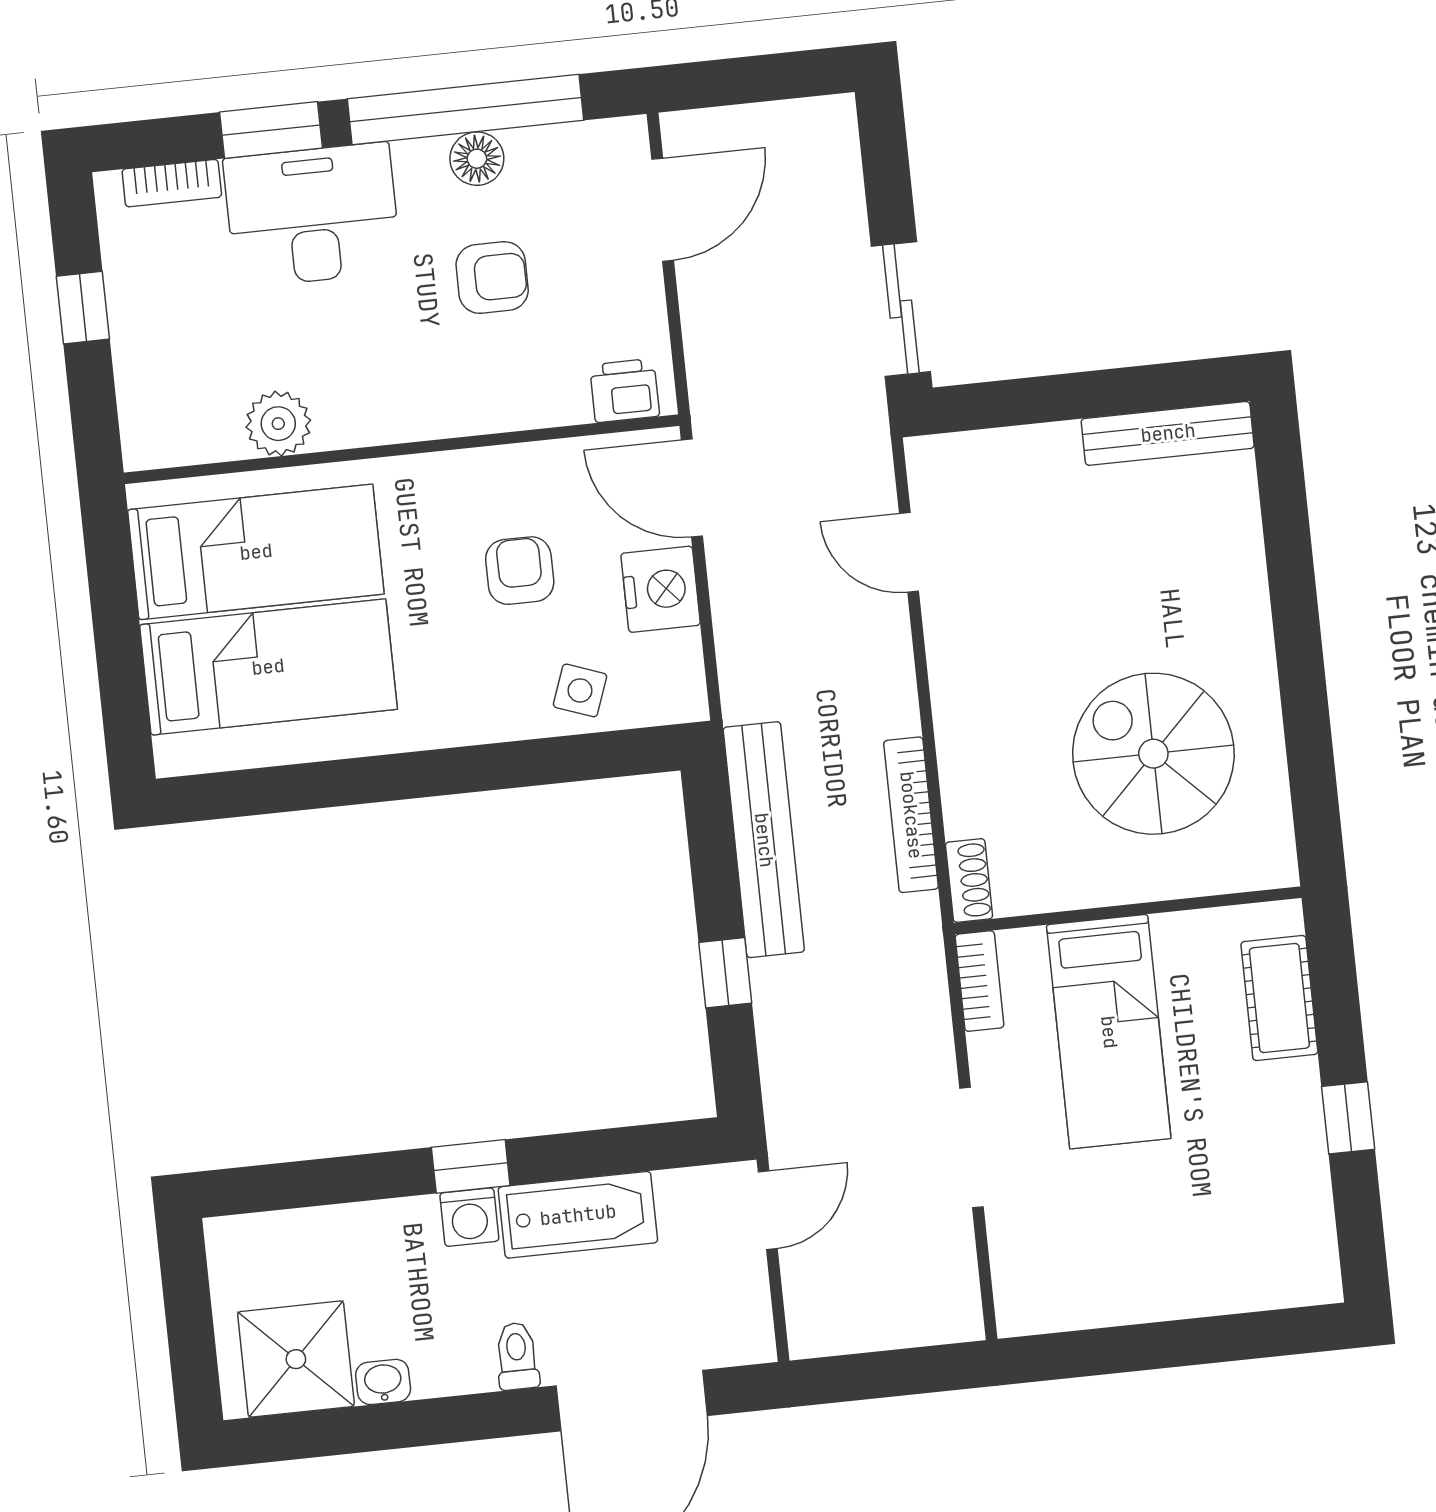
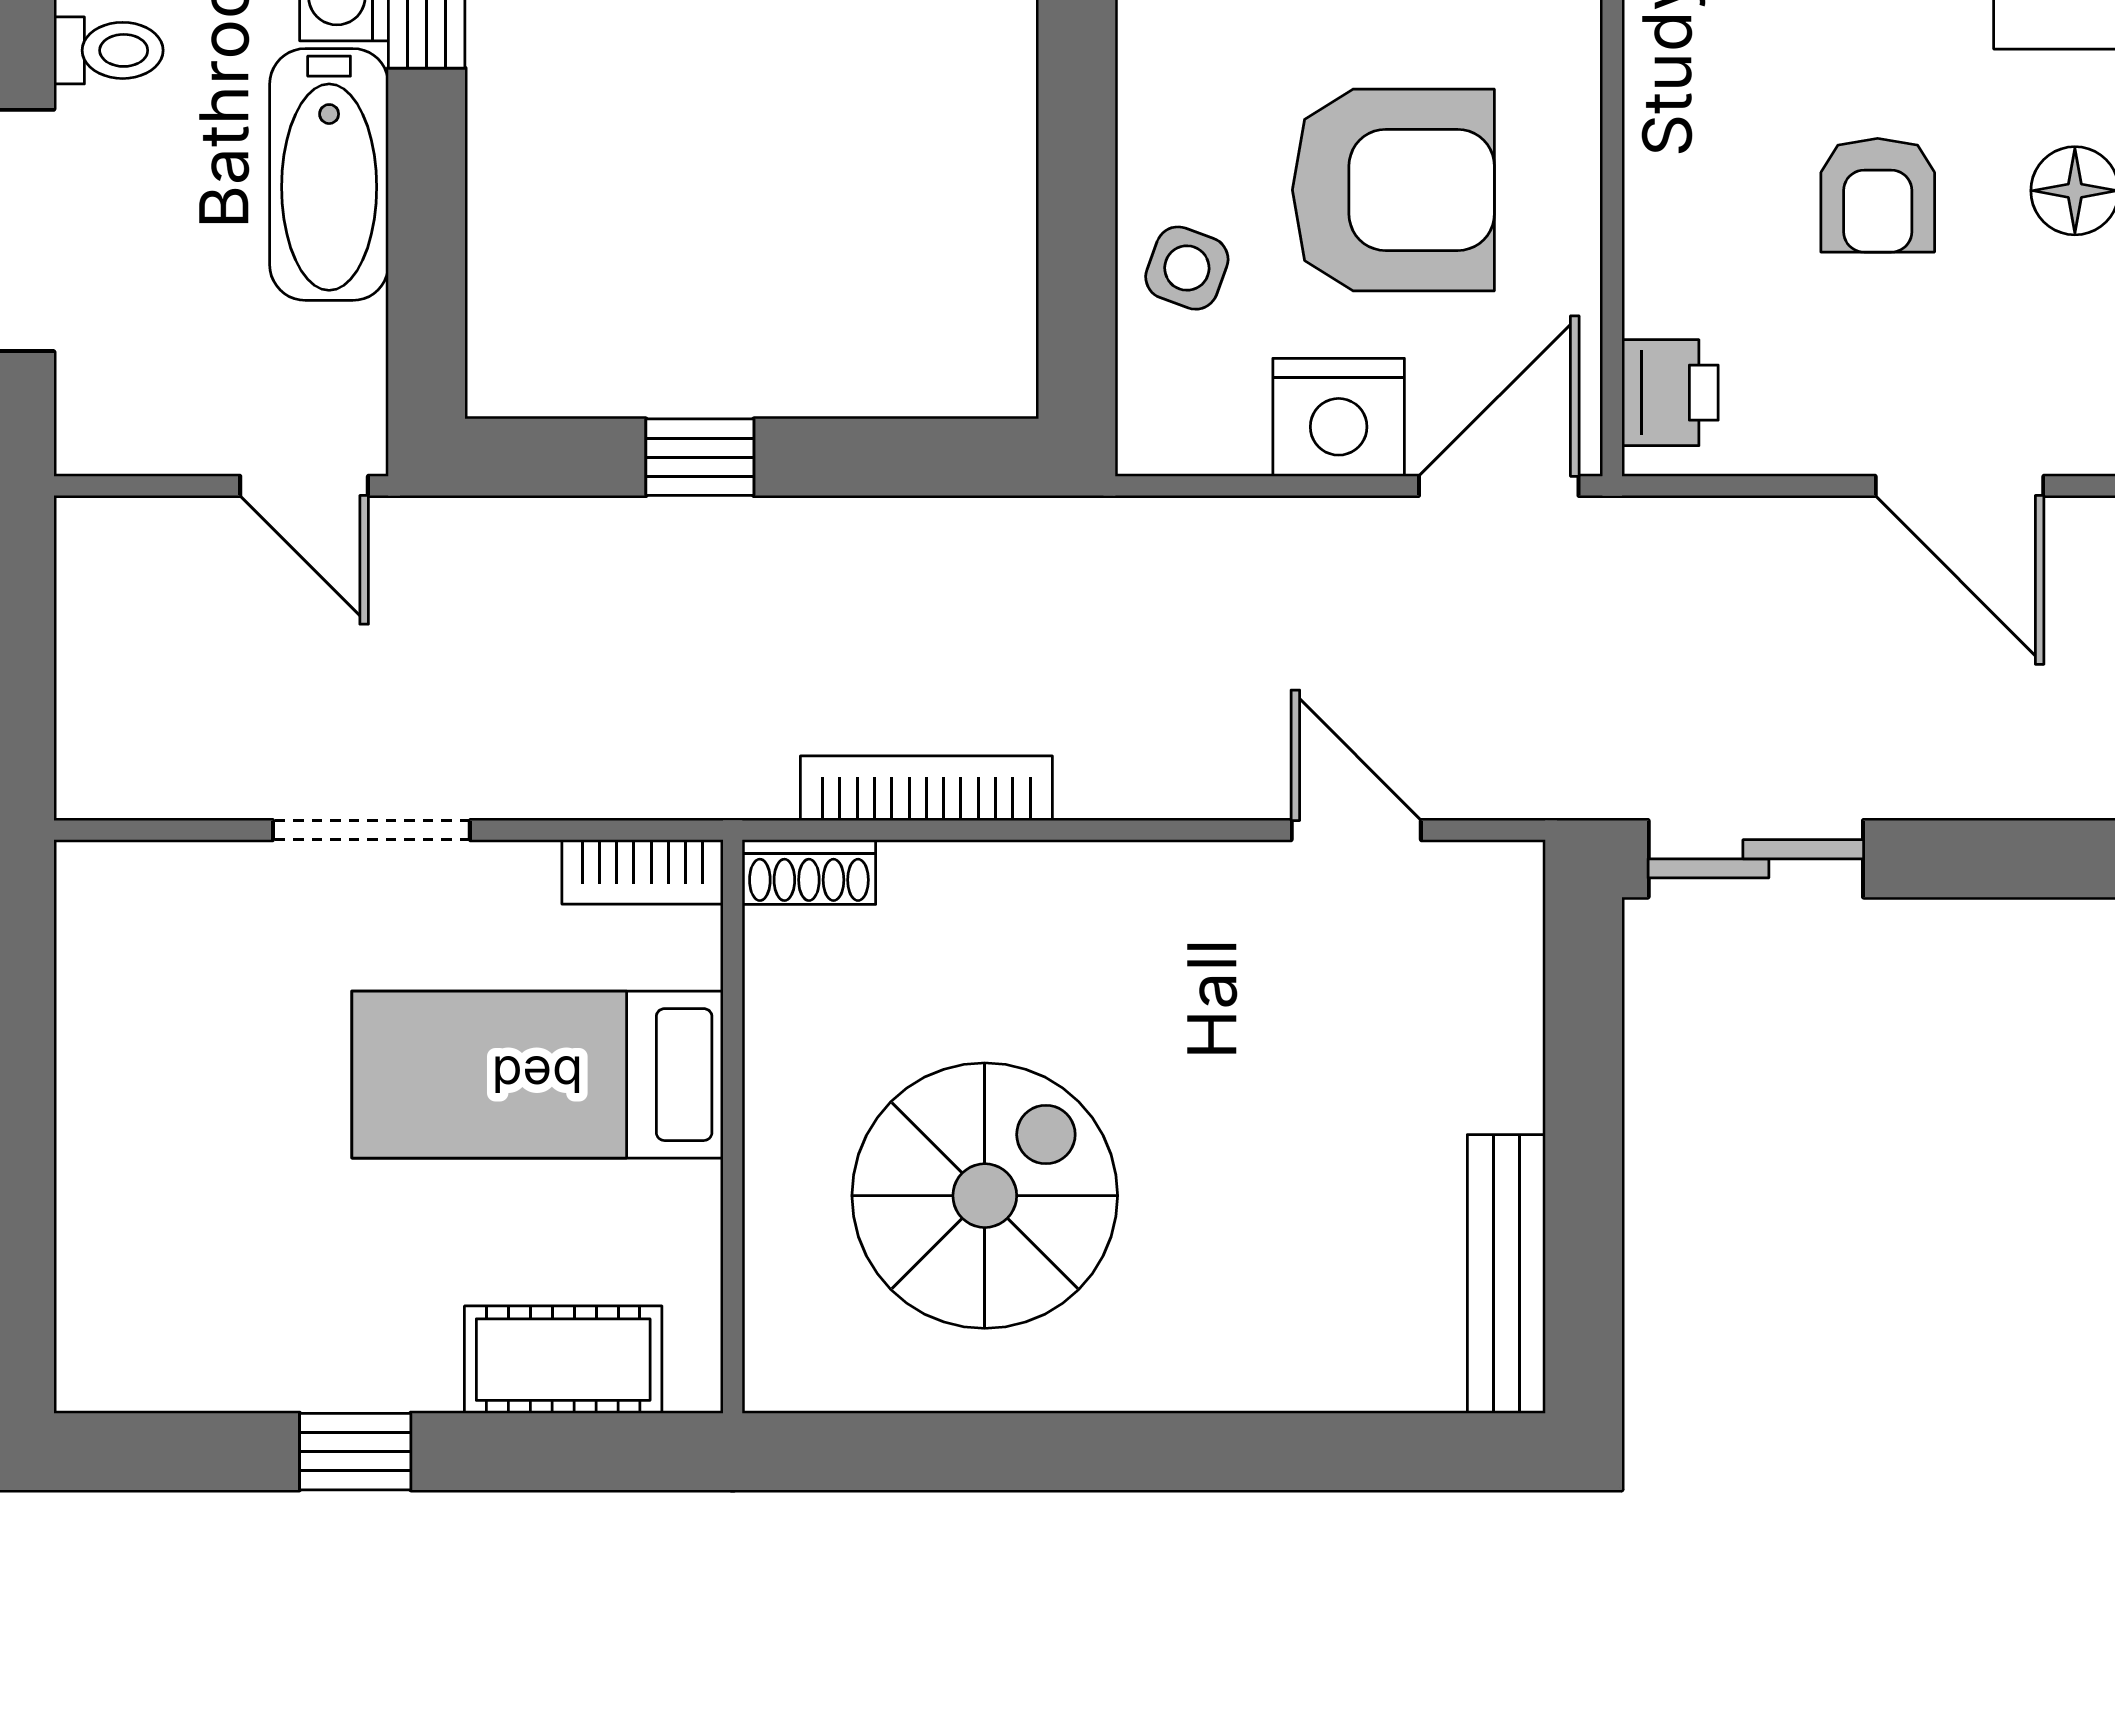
door: (909, 552) -> (1356, 830), hinge flipped
armchair: (520, 571) -> (1393, 190), width x1.88, depth x1.88
bench: (764, 840) -> (911, 543), removed

